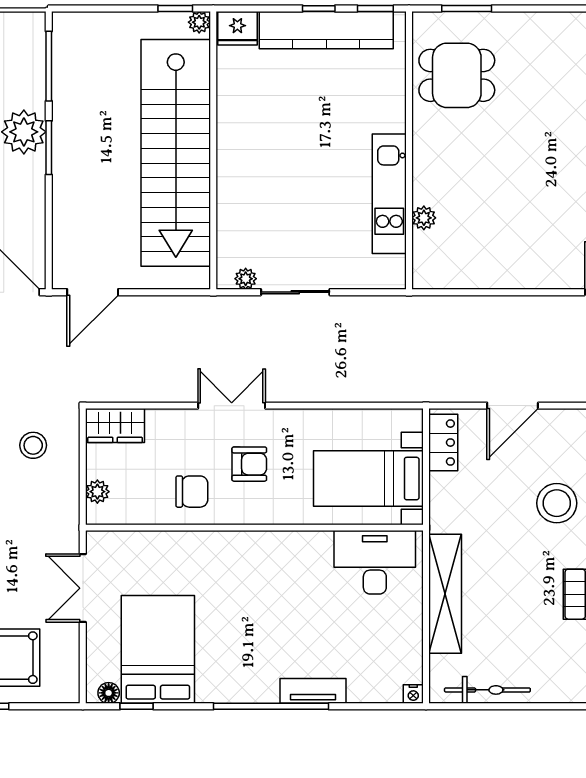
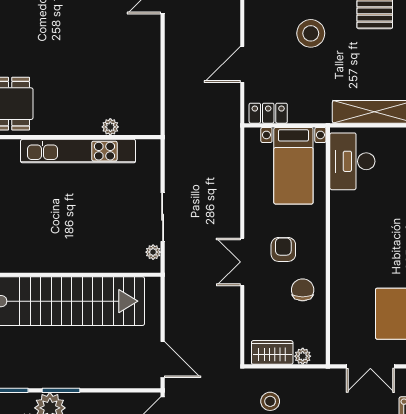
kitchen unit: (389, 194) -> (78, 151), width x1.36
door: (513, 406) -> (242, 64), swing flipped
wardrobe: (115, 426) -> (272, 352), moved, turned -90

